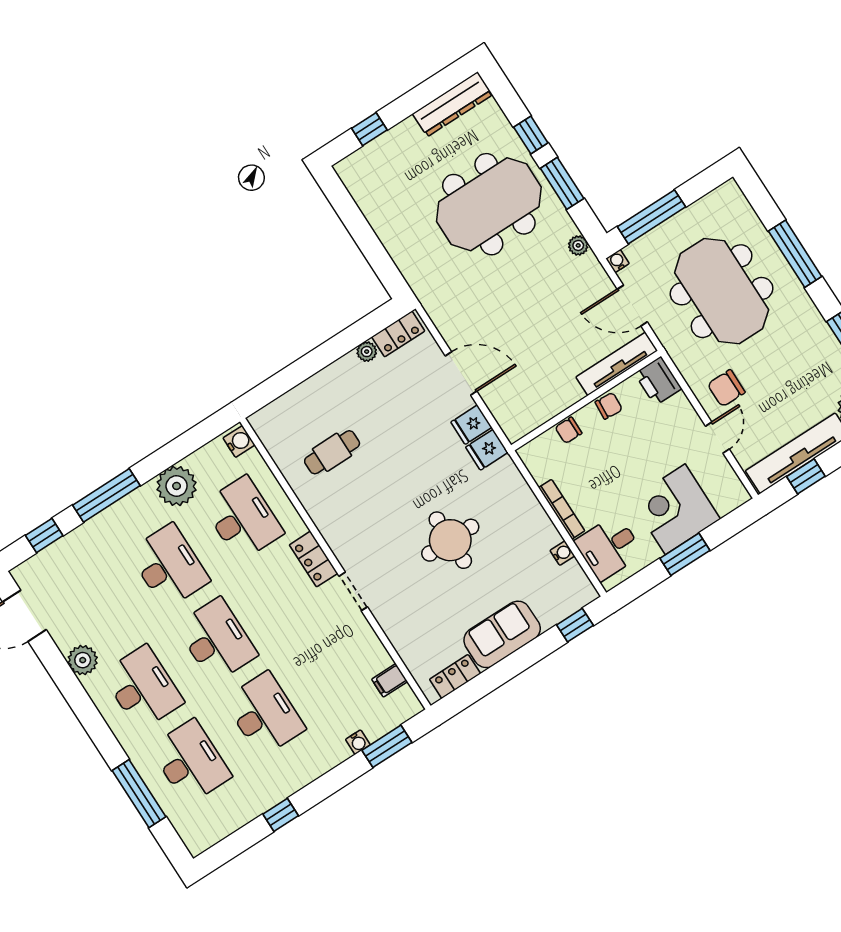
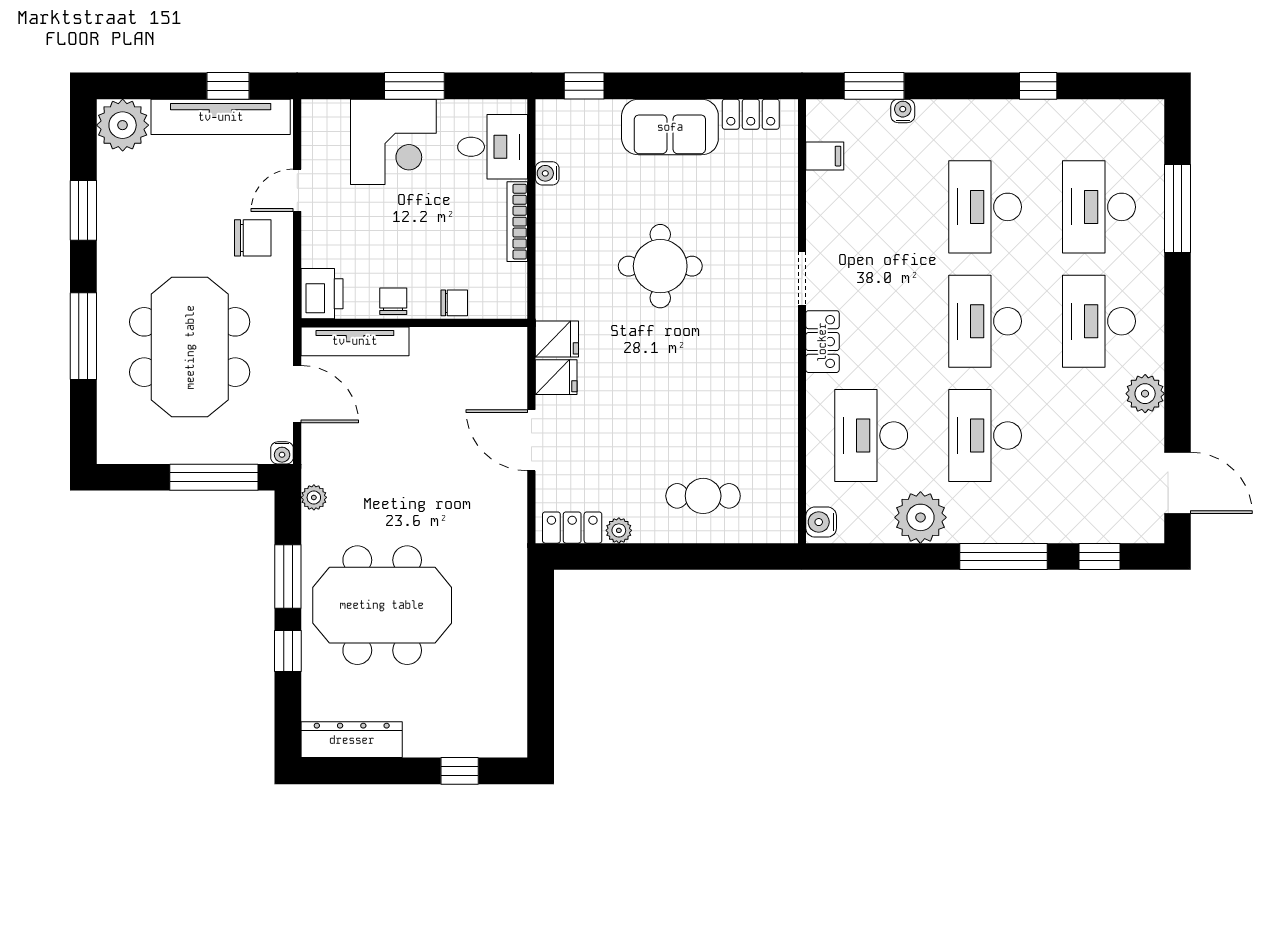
chair: (609, 406) -> (393, 301), turned 86
cafe table: (332, 452) -> (703, 496), moved

